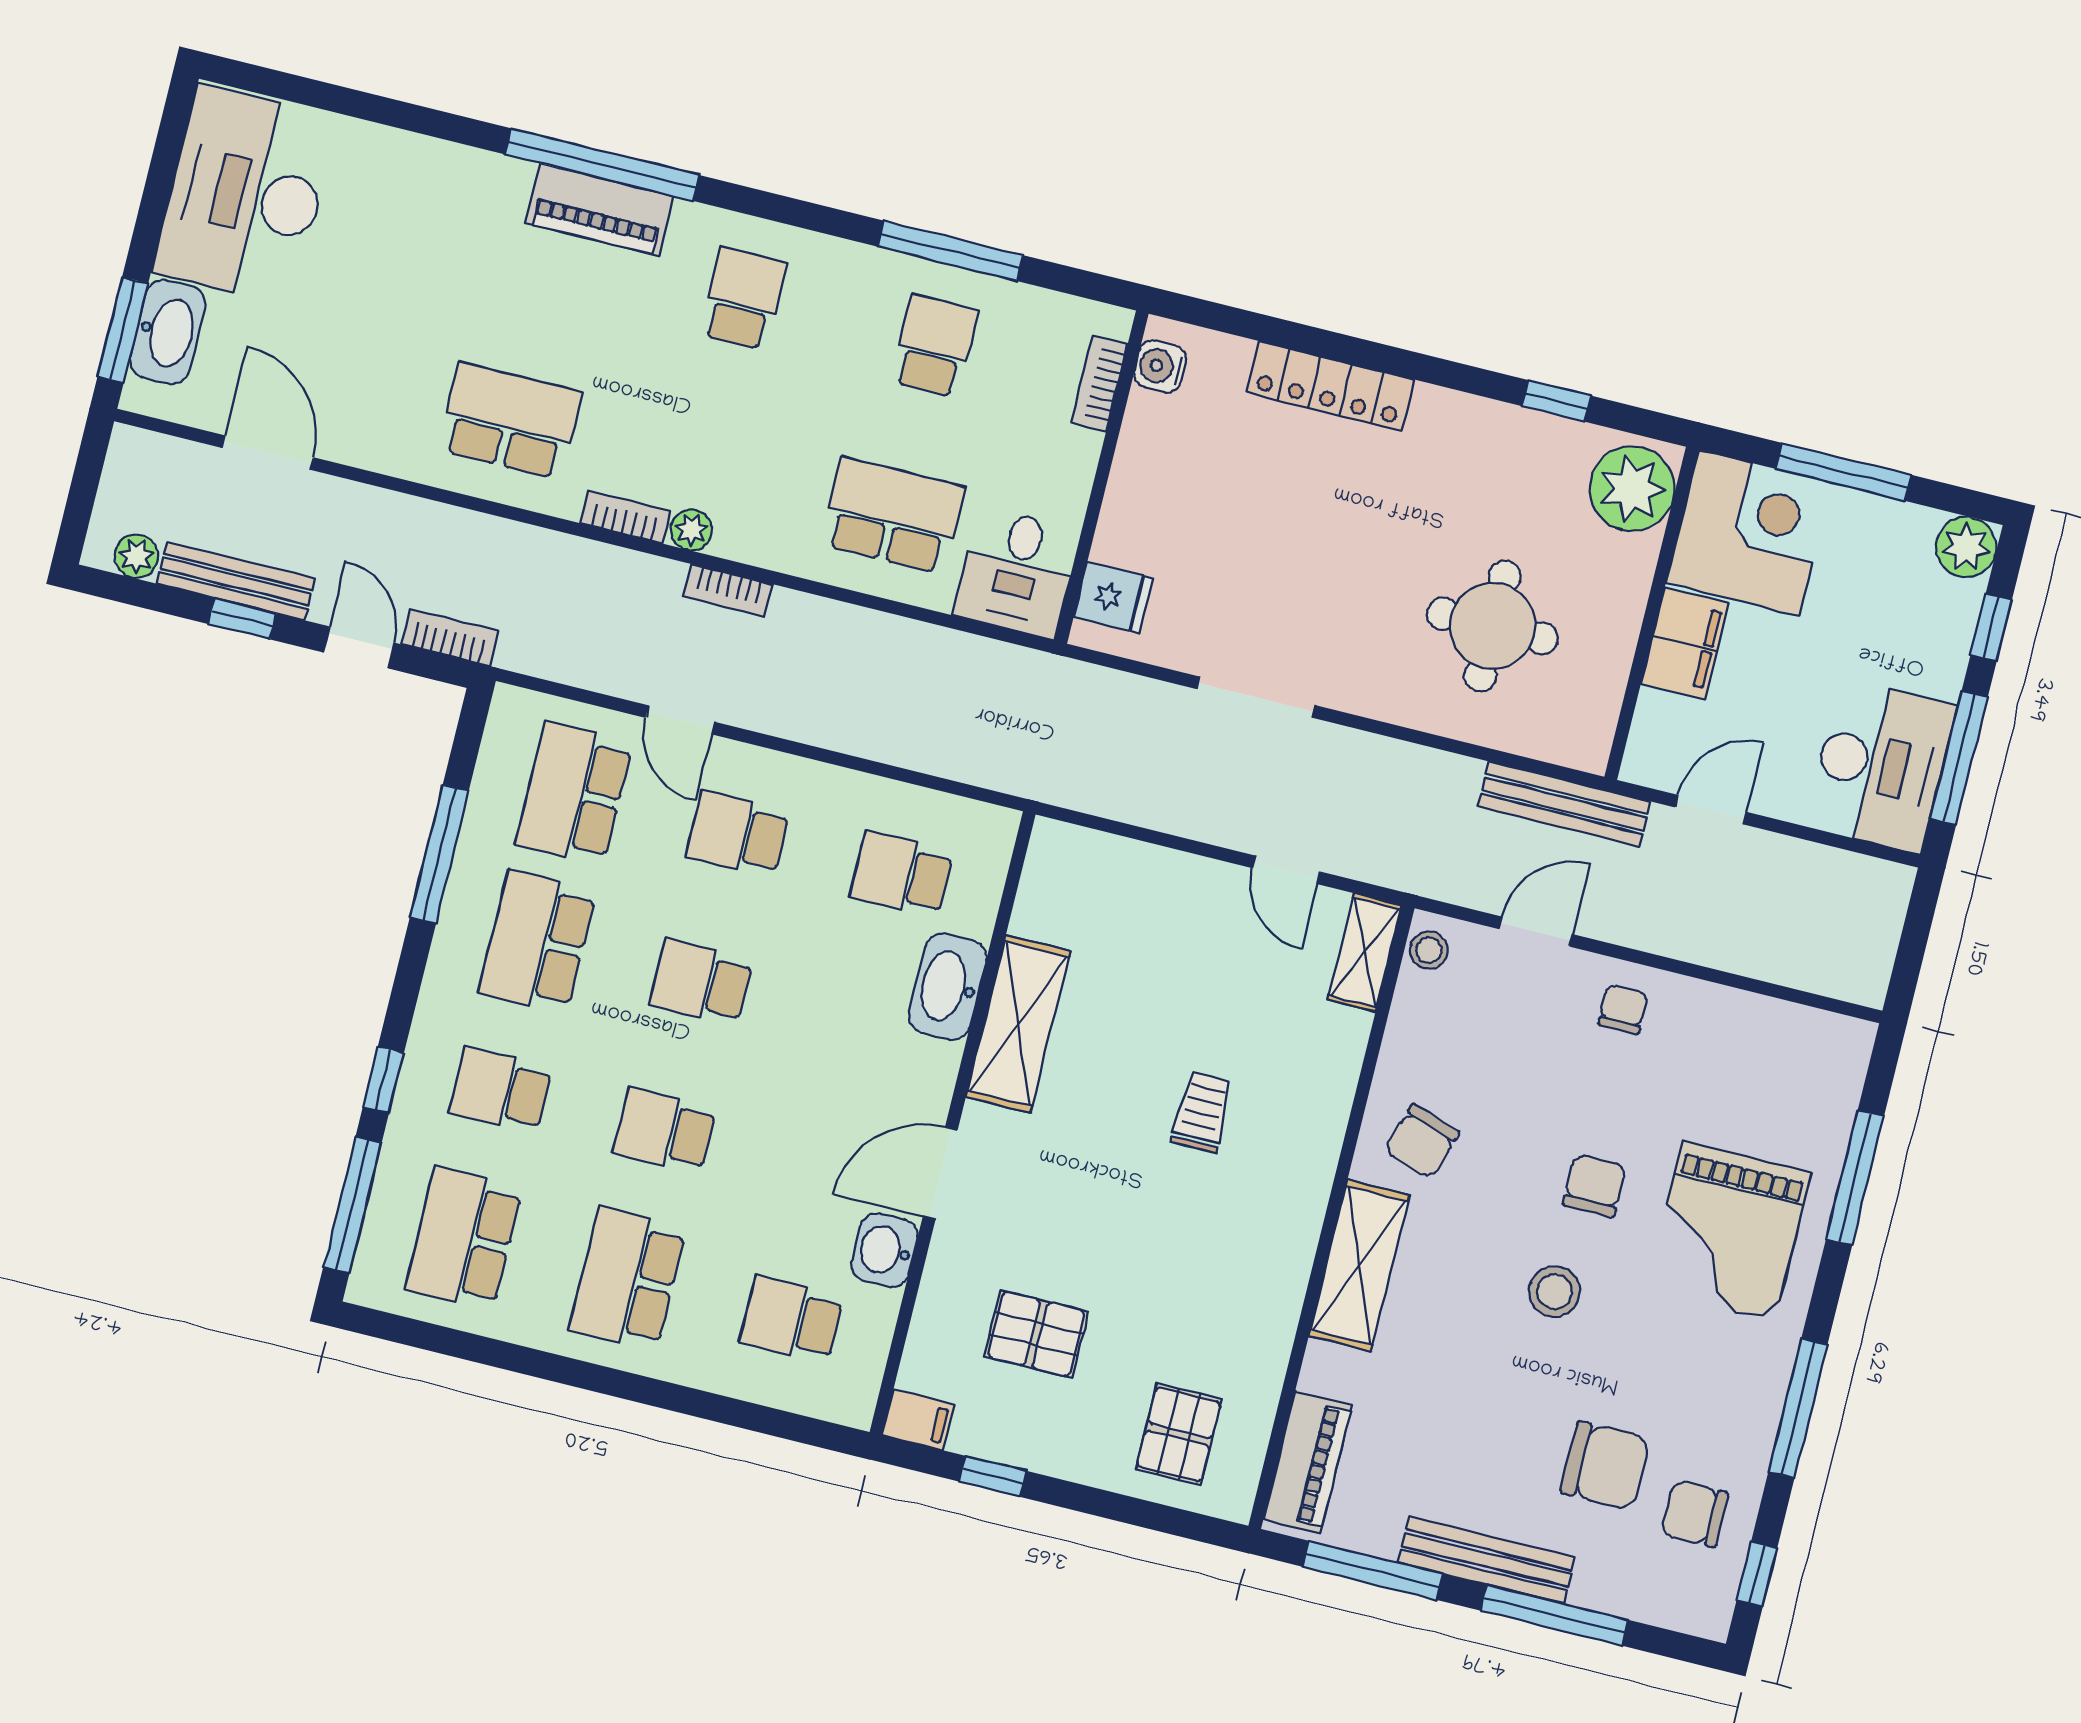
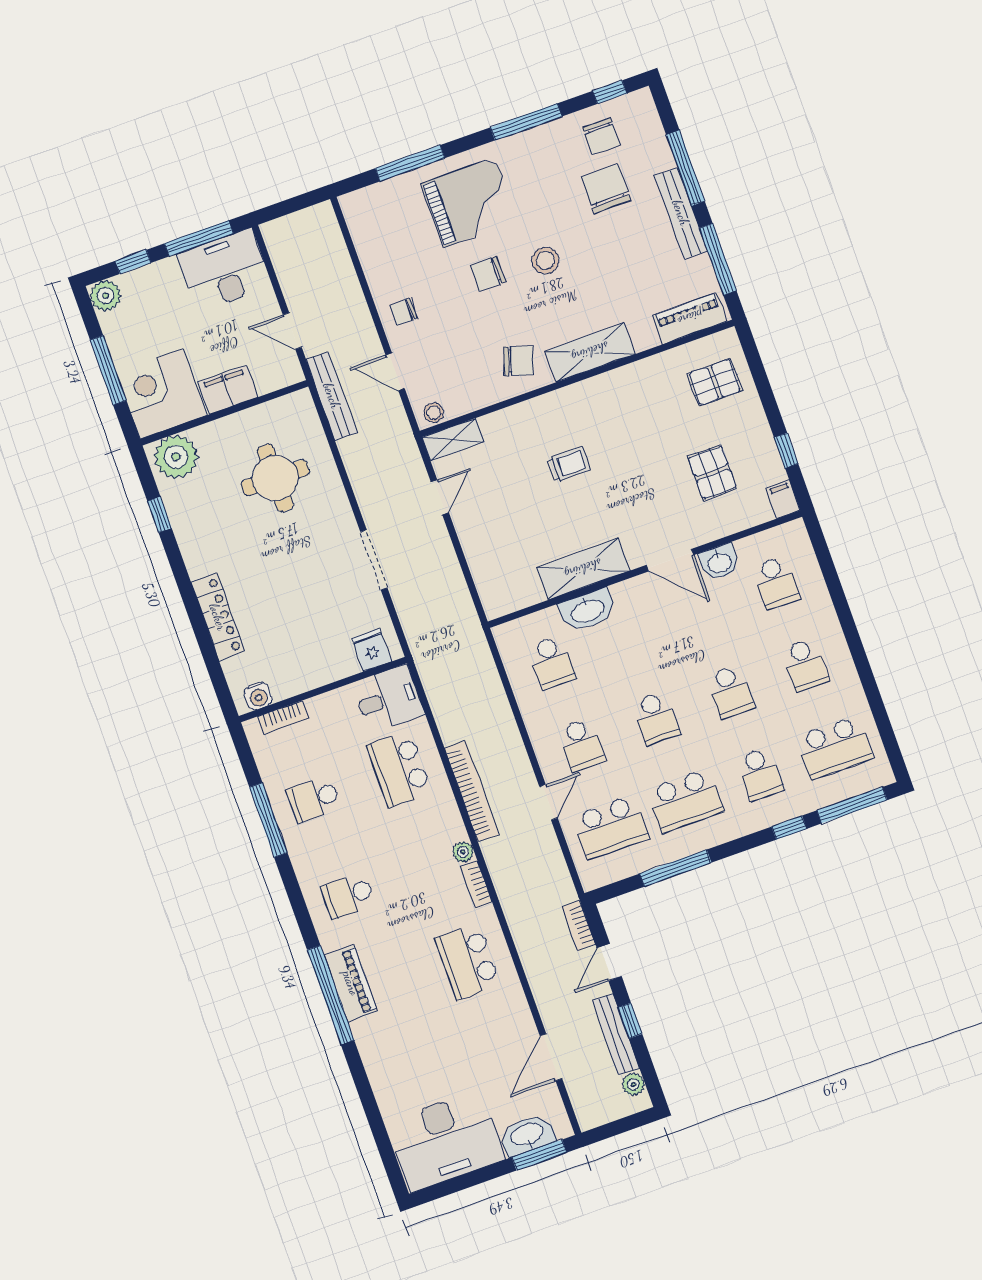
bookcase: (728, 590) -> (472, 791), width x2.31, depth x1.31
trolley: (1202, 1112) -> (569, 464), turned 180
school desk: (628, 1279) -> (805, 665), width x0.54

